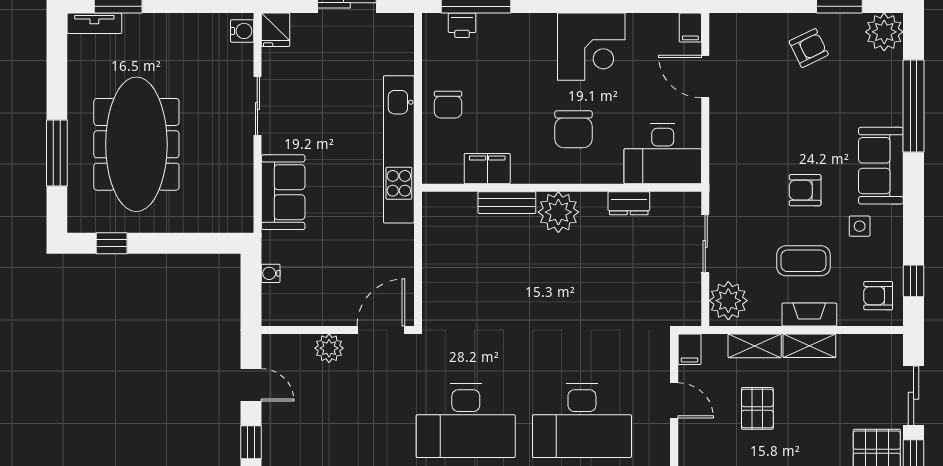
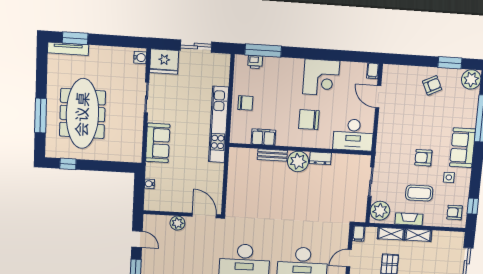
tv unit: (94, 23) -> (68, 49), width x1.41
fridge: (275, 30) -> (164, 62), width x1.88, depth x1.34
chair: (448, 105) -> (245, 103), turned -90
chair: (573, 129) -> (309, 120), turned 90
dresser: (629, 203) -> (320, 158), moved
fireplace: (809, 314) -> (409, 219), moved
door: (381, 330) -> (204, 215), hinge flipped
door: (674, 400) -> (349, 258), swing flipped

